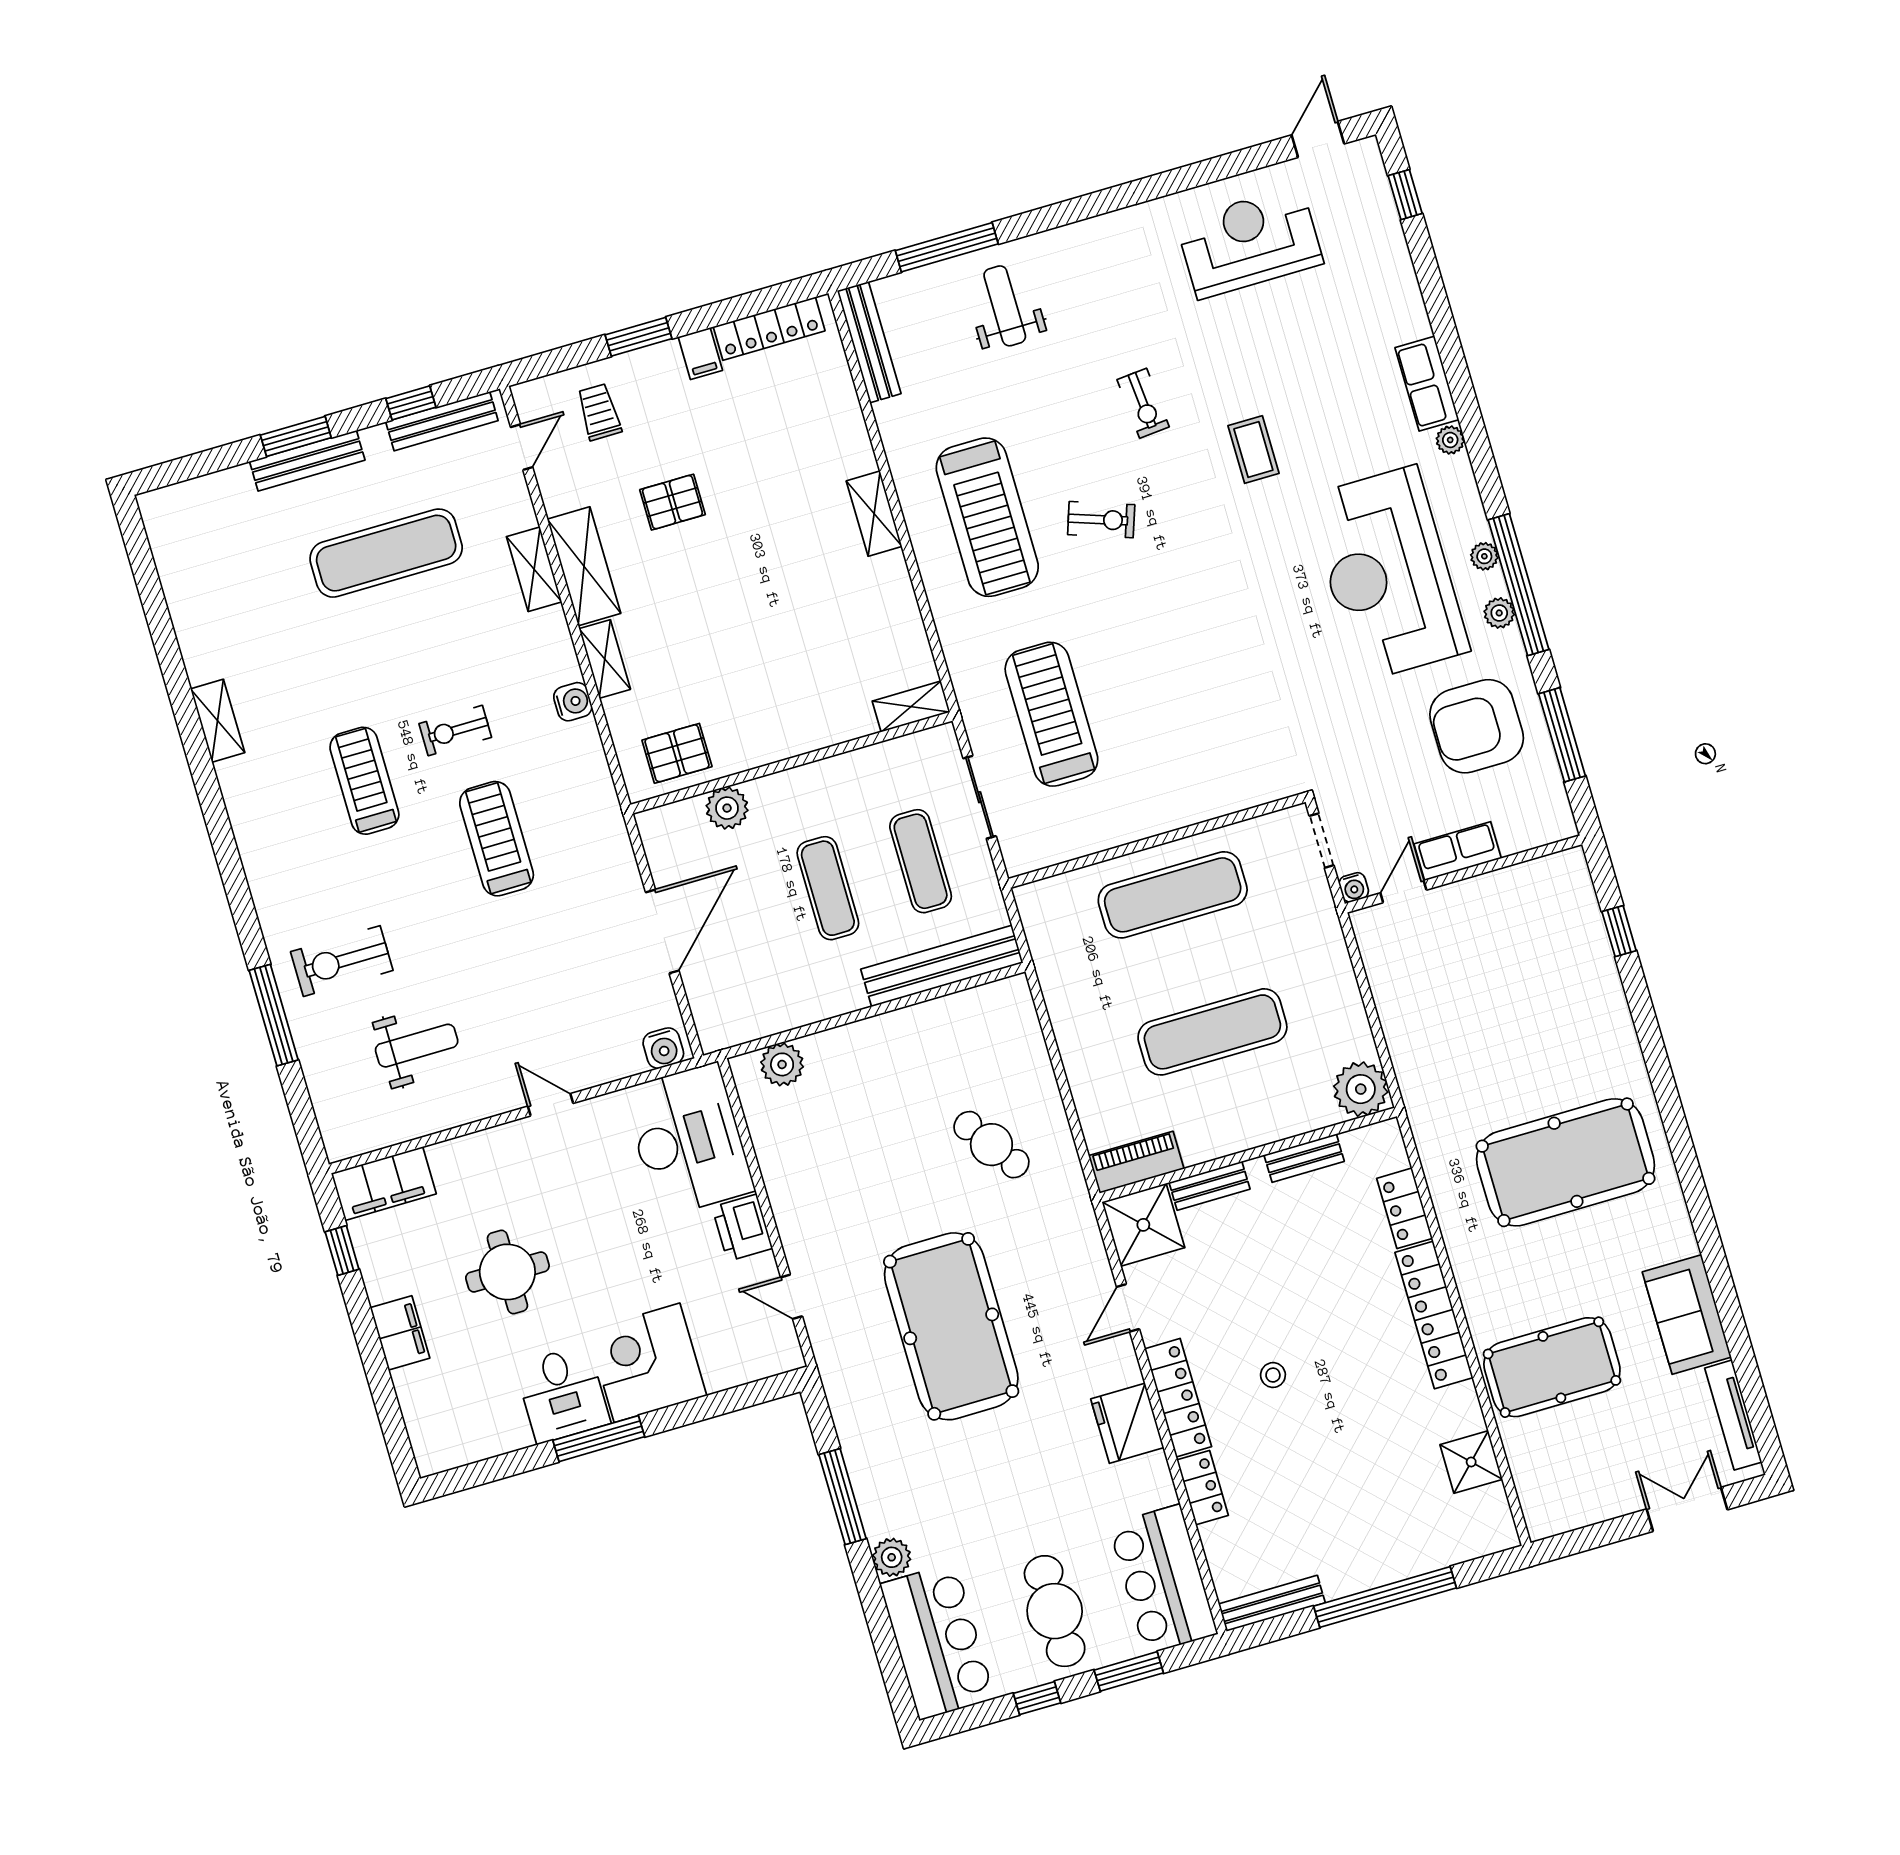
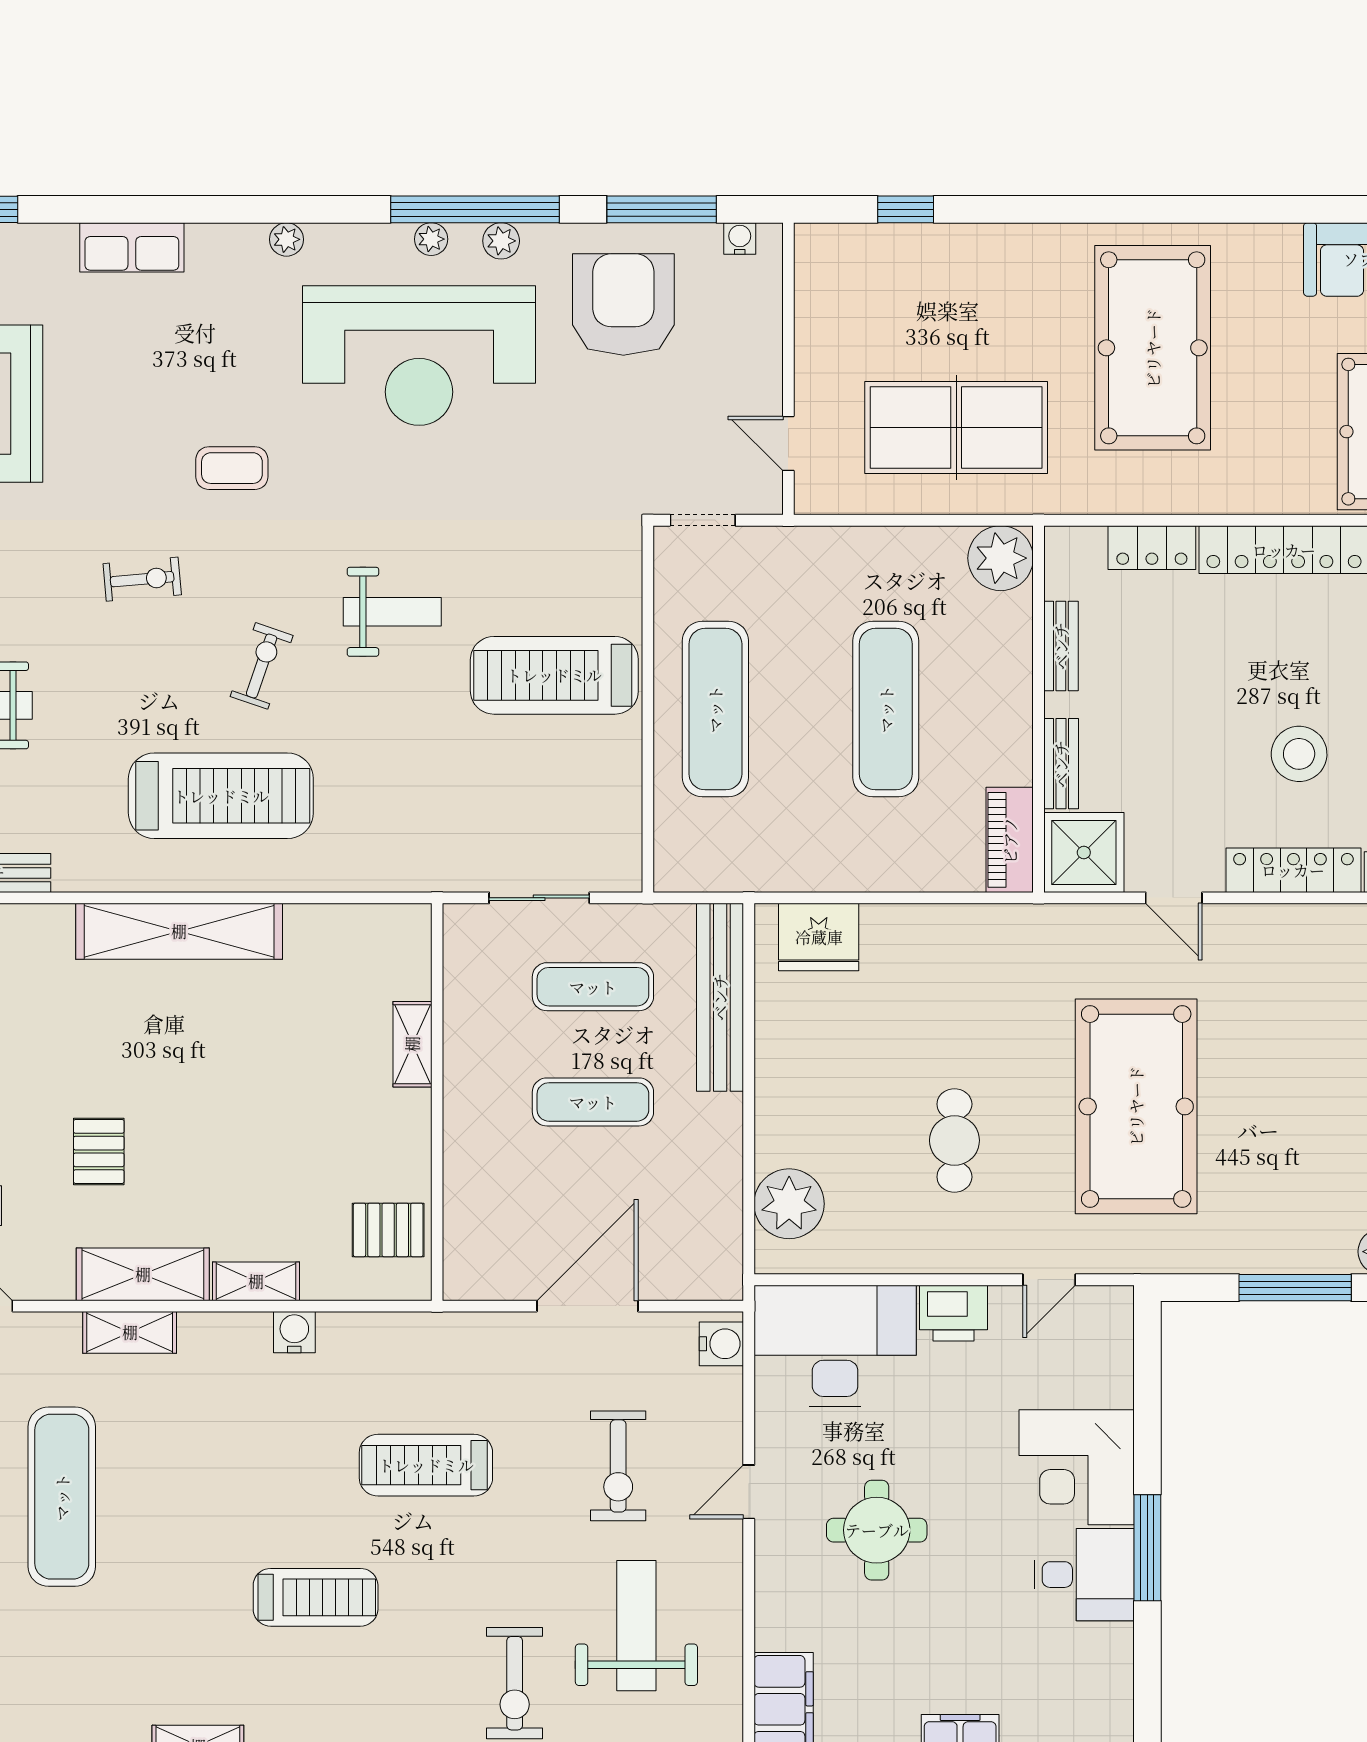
row of seats: (1427, 384) -> (132, 247), moved
shelving: (874, 514) -> (179, 931), width x2.20, depth x1.33
weight bench: (1175, 612) -> (392, 612), added
shelving: (911, 707) -> (412, 1044), moved
treadmill: (1051, 714) -> (554, 675), moved
armchair: (1477, 726) -> (623, 305), turned 180
exercise bike: (455, 730) -> (618, 1466), moved, width x1.38, depth x1.39
pallet: (677, 753) -> (388, 1230), turned 90
treadmill: (364, 781) -> (316, 1597), turned 180
plant: (727, 808) -> (468, 1191), removed
row of seats: (1458, 851) -> (760, 368), removed
water cooler: (1354, 887) -> (740, 239), moved, turned -90
door: (662, 931) -> (587, 1306), hinge flipped
table tennis table: (1455, 1023) -> (956, 428), added
weight bench: (417, 1046) -> (636, 1626), width x1.36, depth x1.33
plant: (782, 1064) -> (789, 1204), width x1.36, depth x1.36
cafe table: (991, 1145) -> (954, 1140), moved, turned -55
round table: (507, 1272) -> (877, 1530), moved
pool table: (951, 1326) -> (1136, 1106), turned 90
stool: (1273, 1375) -> (1299, 754), width x1.89, depth x1.89
fridge: (1127, 1423) -> (819, 937), moved

